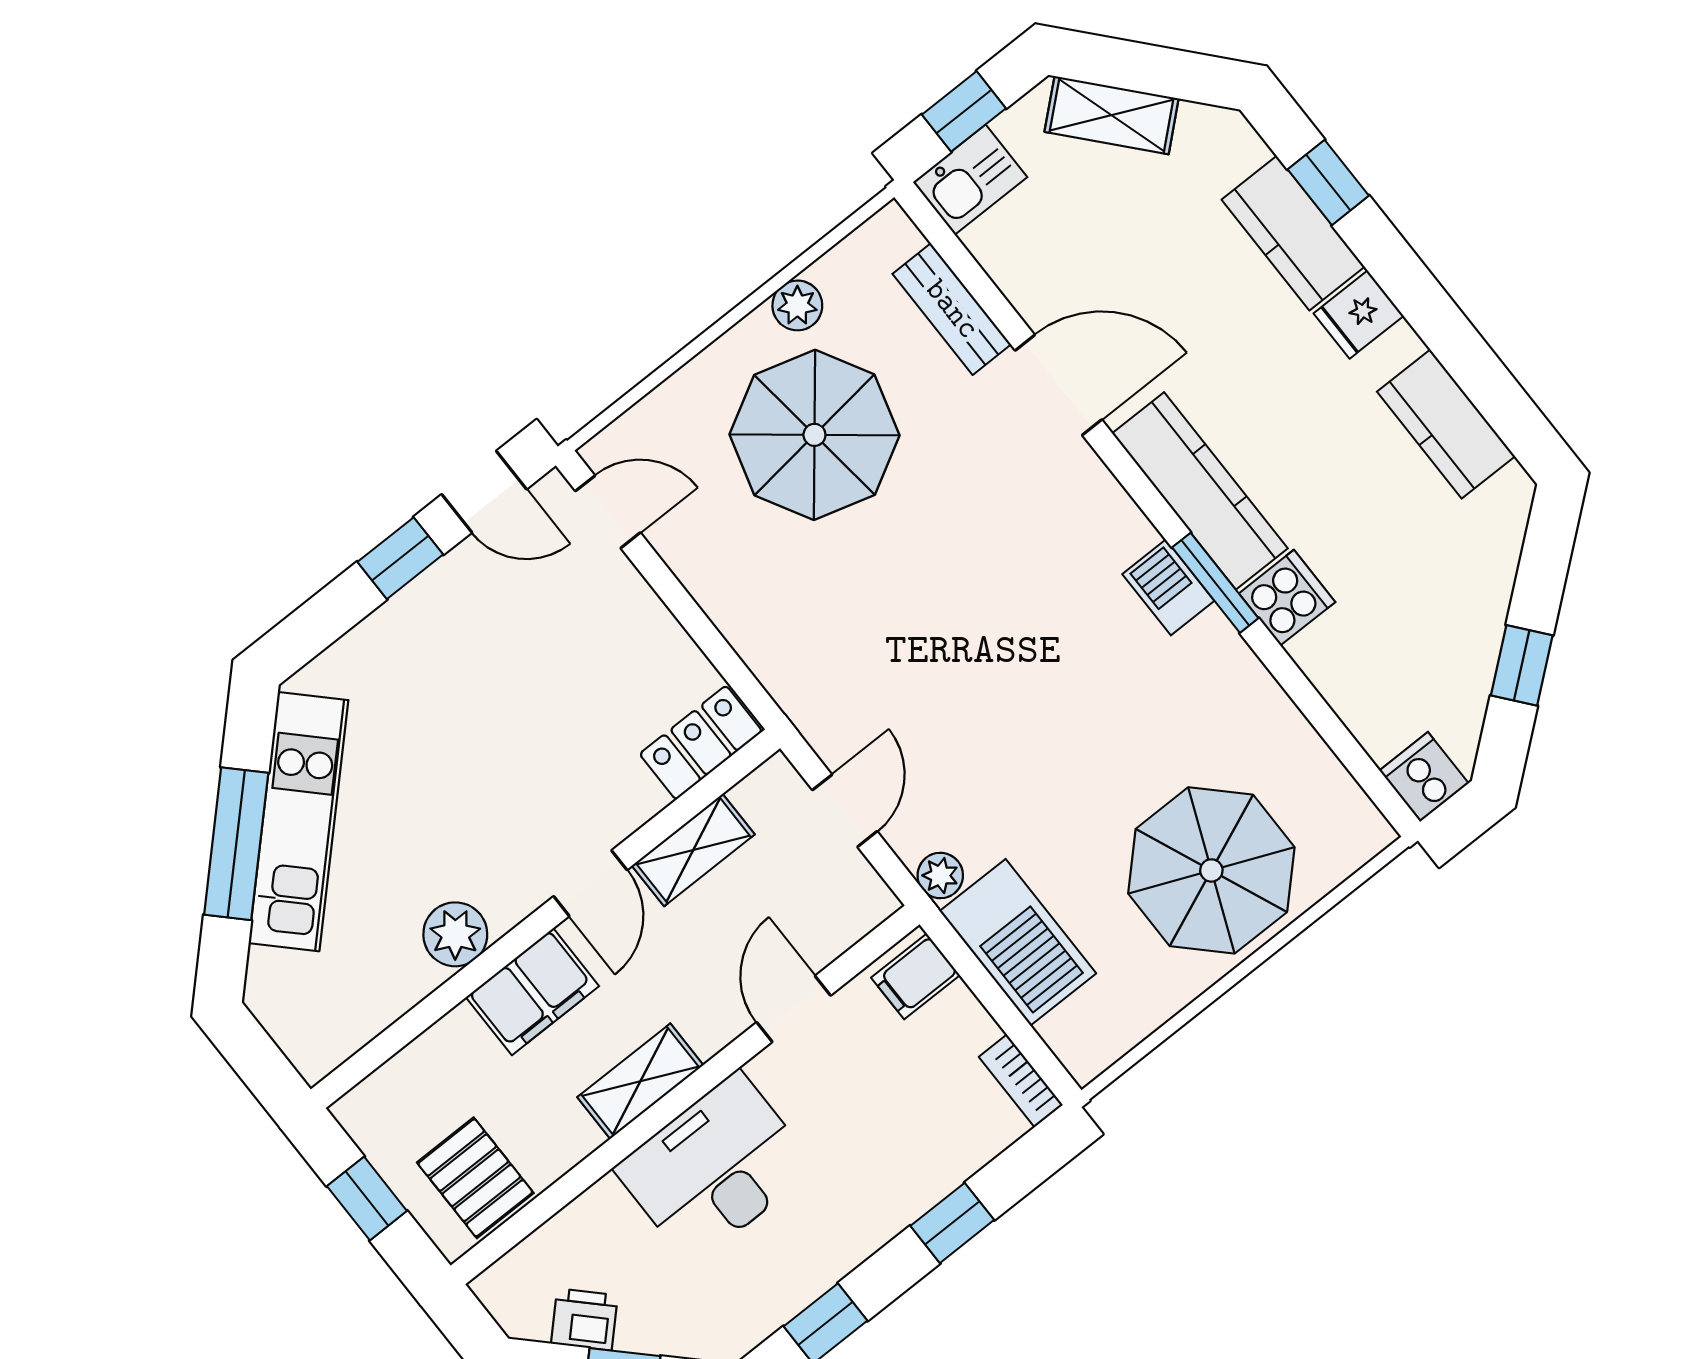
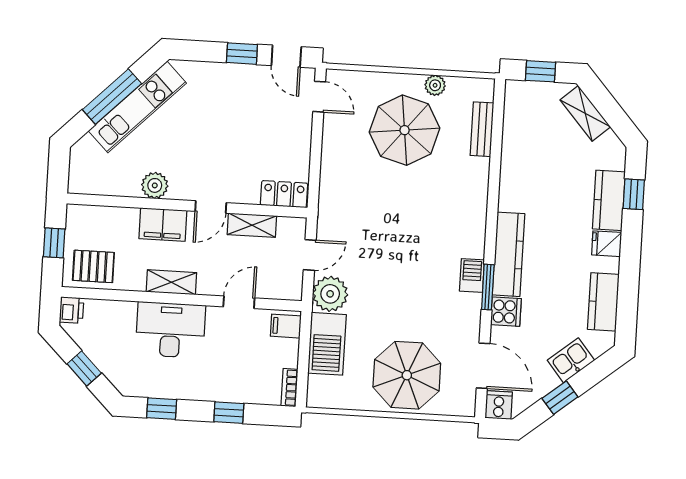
kitchen sink: (970, 180) -> (571, 360), moved, turned 141
door: (1058, 385) -> (483, 366), moved
plant: (940, 876) -> (330, 294), width x1.87, depth x1.87
pallet: (475, 1178) -> (93, 266), turned 90
printer: (584, 1319) -> (72, 310), moved, turned 45

